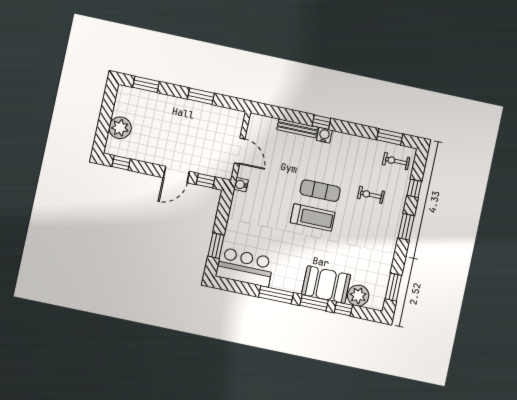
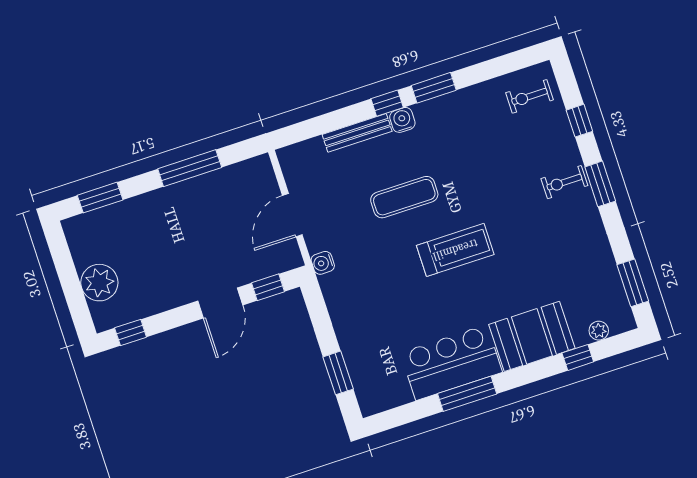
window: (201, 96) -> (190, 168), width x1.44
window: (390, 137) -> (434, 88), moved
door: (240, 151) -> (292, 215), swing flipped
exercise mat: (320, 191) -> (404, 197), moved
exercise bike: (371, 195) -> (564, 182), moved
bar counter: (245, 267) -> (451, 362), moved
plant: (358, 296) -> (599, 331), width x0.53, depth x0.53
window: (314, 303) -> (530, 373), removed

